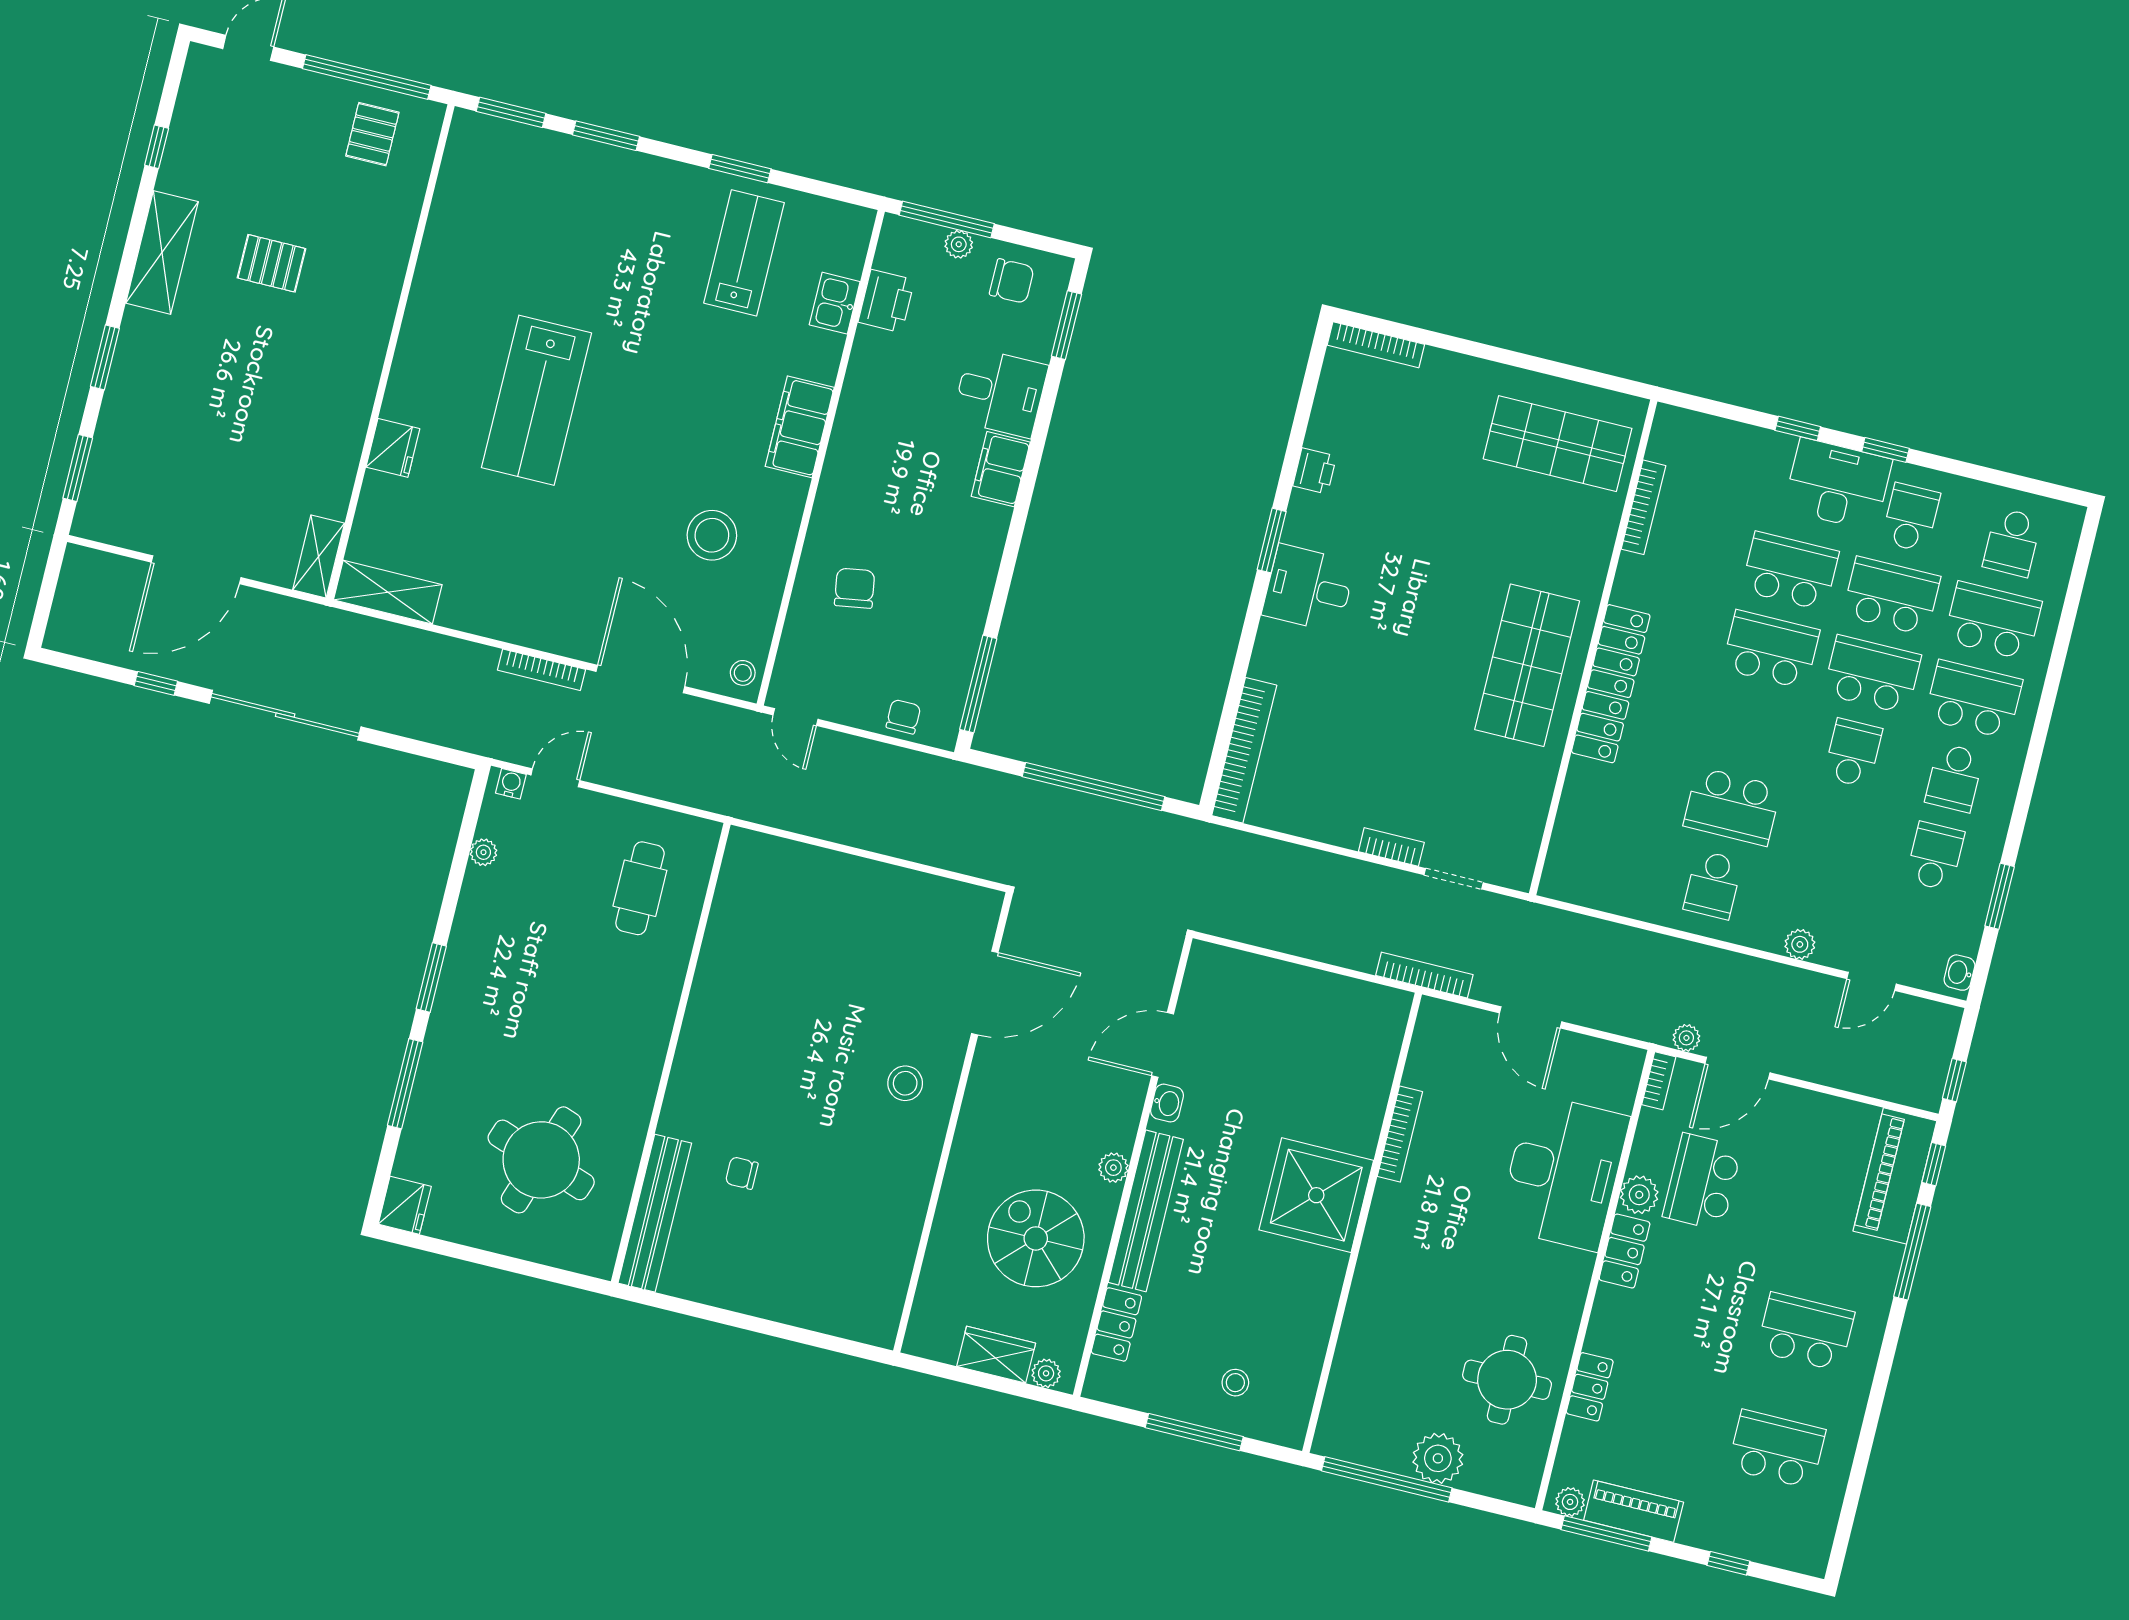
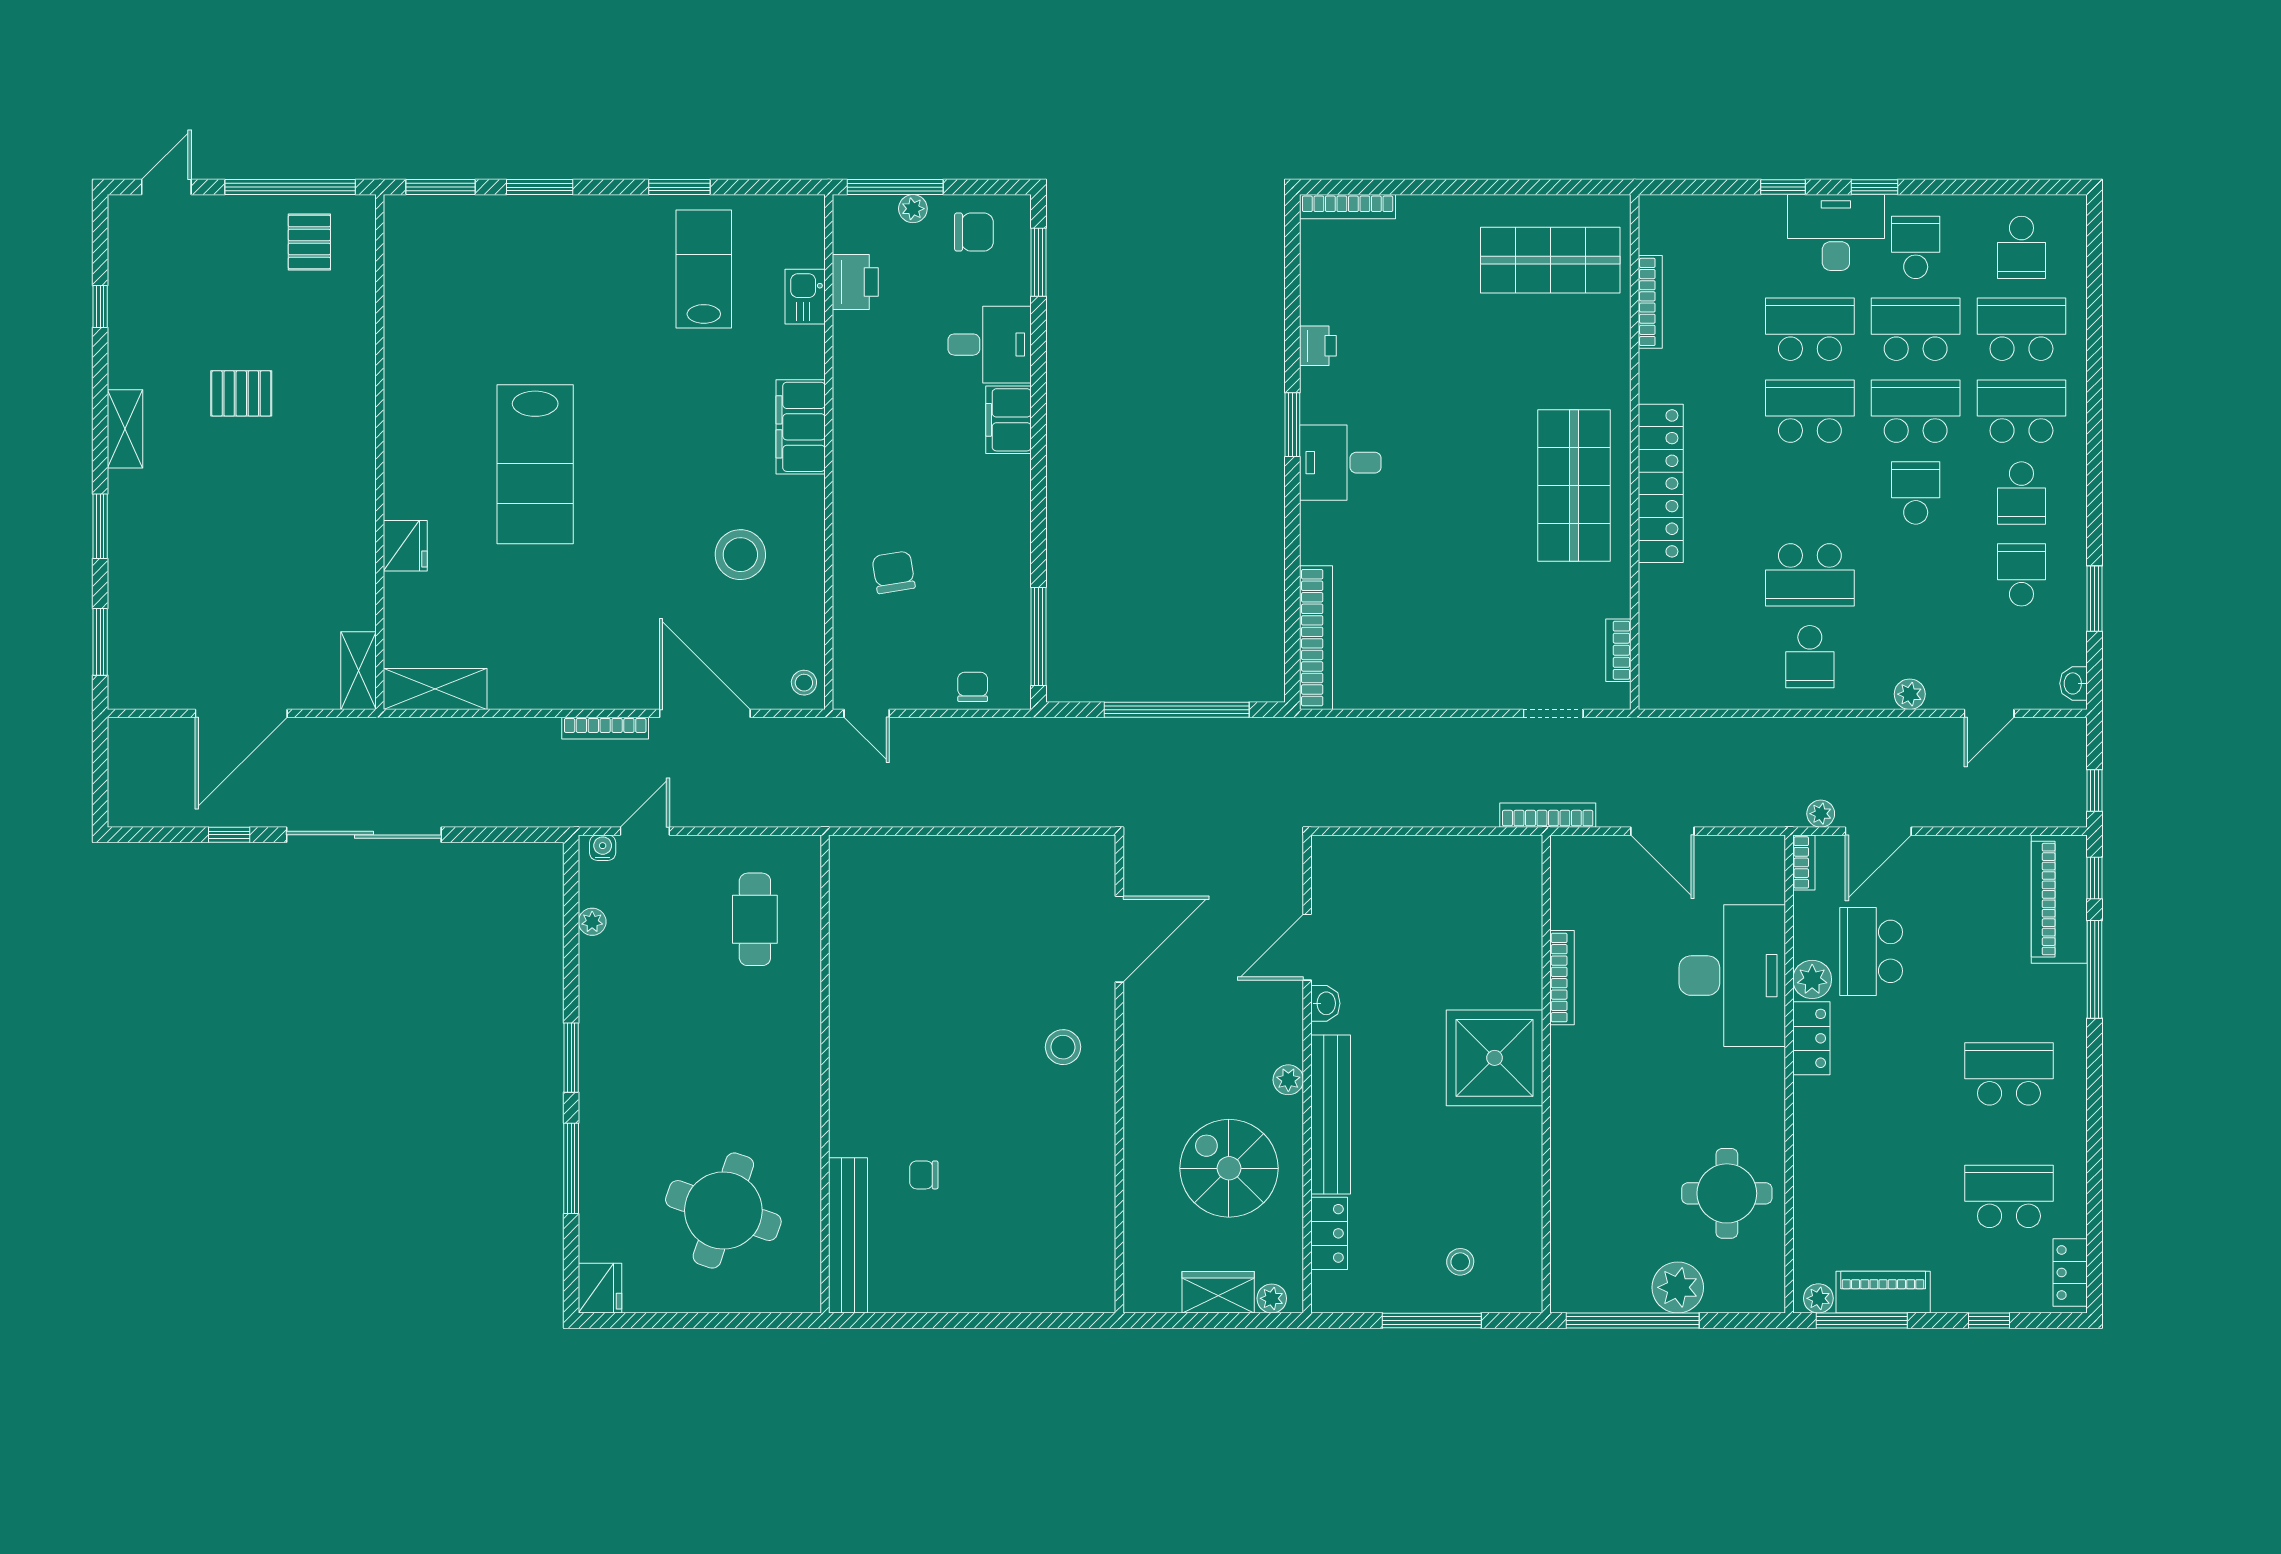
shelving: (162, 252) -> (125, 429), width x0.67, depth x0.75
bookcase: (1391, 847) -> (1618, 650), moved, turned -90
locker: (1590, 1387) -> (2070, 1272), moved, turned 180

